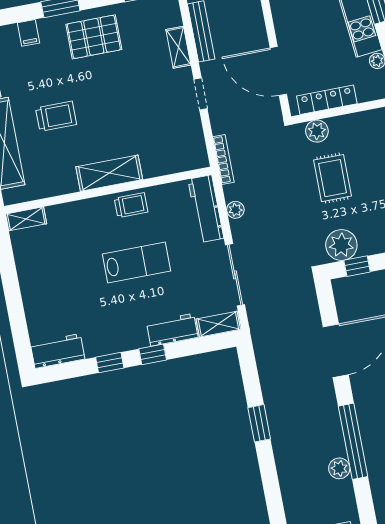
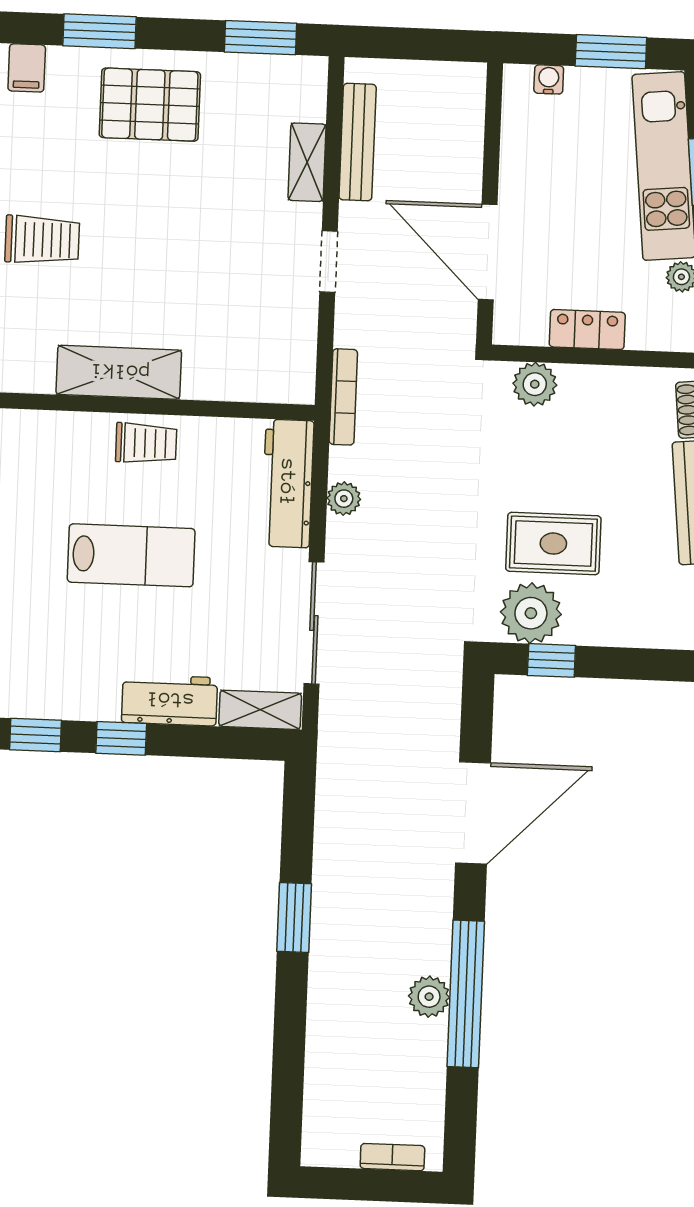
locker: (327, 100) -> (587, 330), width x0.66
rug: (333, 178) -> (553, 544), moved, turned 90
plant: (339, 468) -> (429, 997), moved

